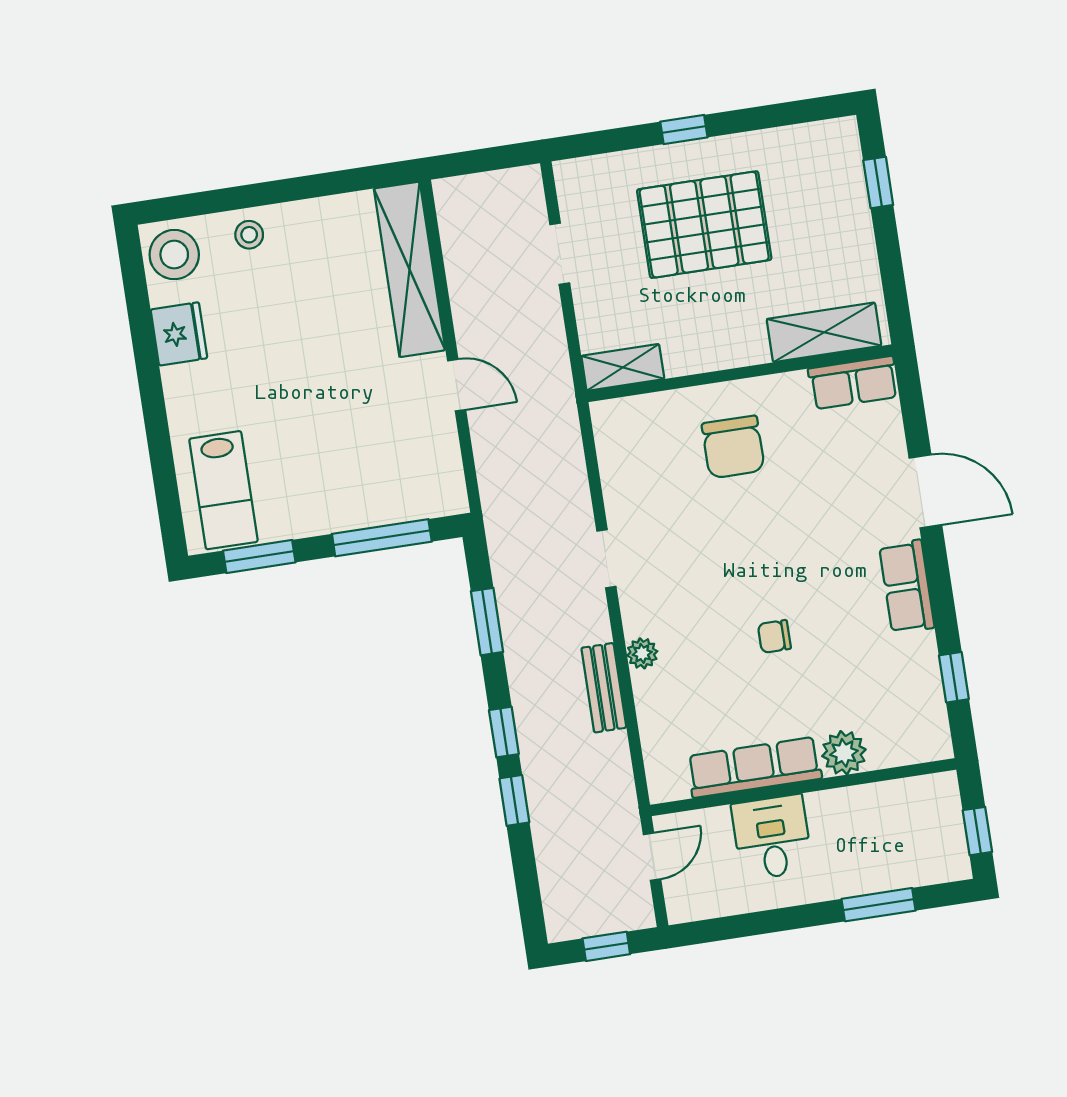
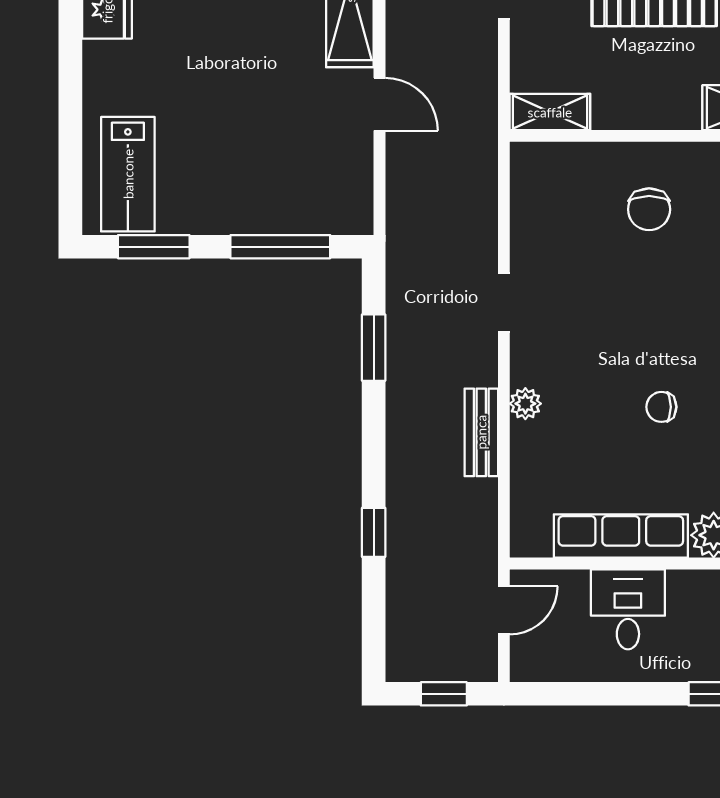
chair: (733, 447) -> (649, 209), width x0.73, depth x0.73
window: (504, 732) -> (374, 462), removed

